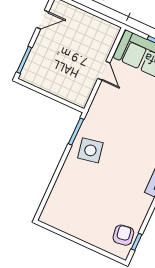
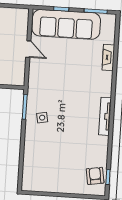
side table: (90, 150) -> (42, 118), width x0.54, depth x0.54

